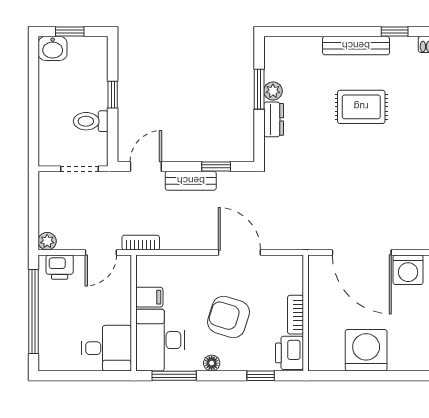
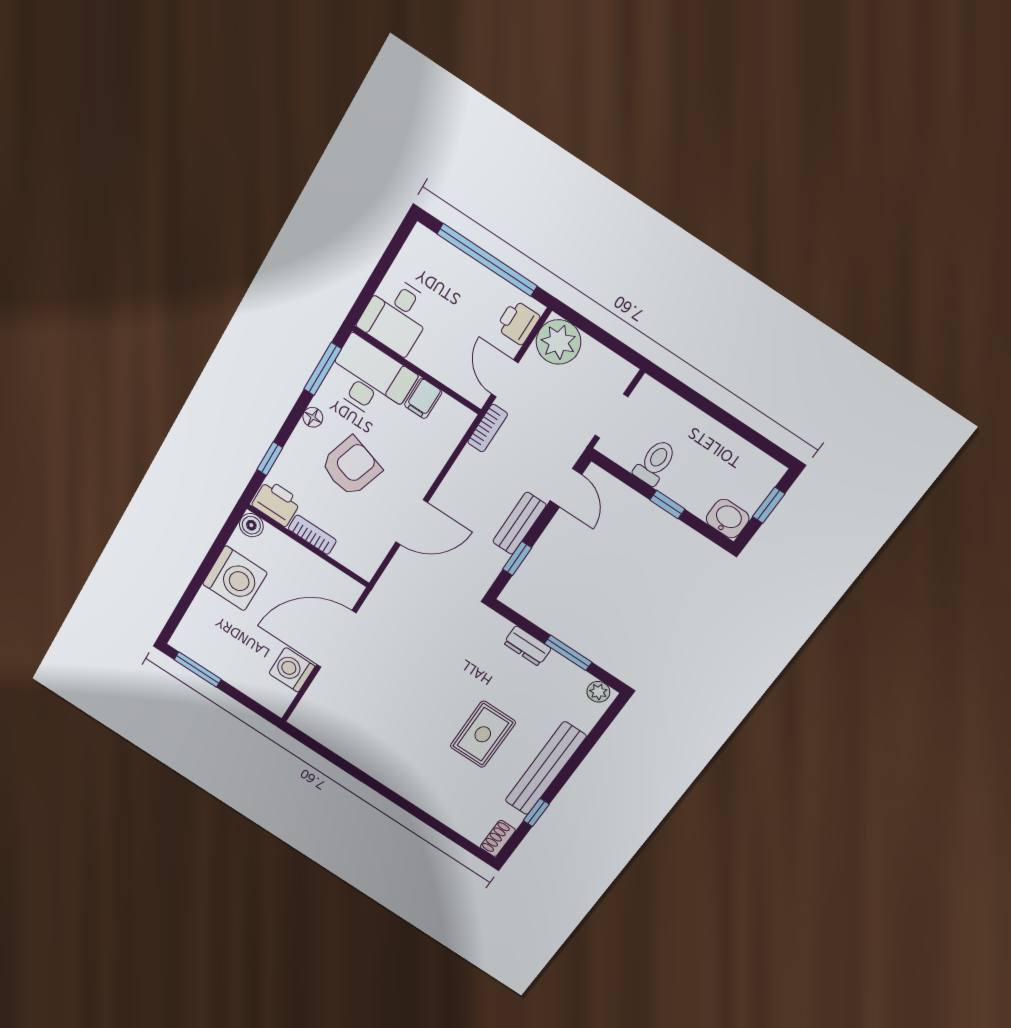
bench: (356, 46) -> (545, 769), width x1.37, depth x1.21
washbasin: (53, 48) -> (728, 519), moved, turned 90
plant: (273, 91) -> (598, 692), moved
plant: (47, 241) -> (558, 342), width x1.87, depth x1.87
boiler: (318, 361) -> (251, 525), added

